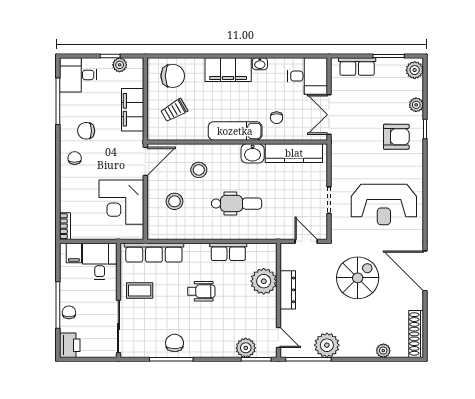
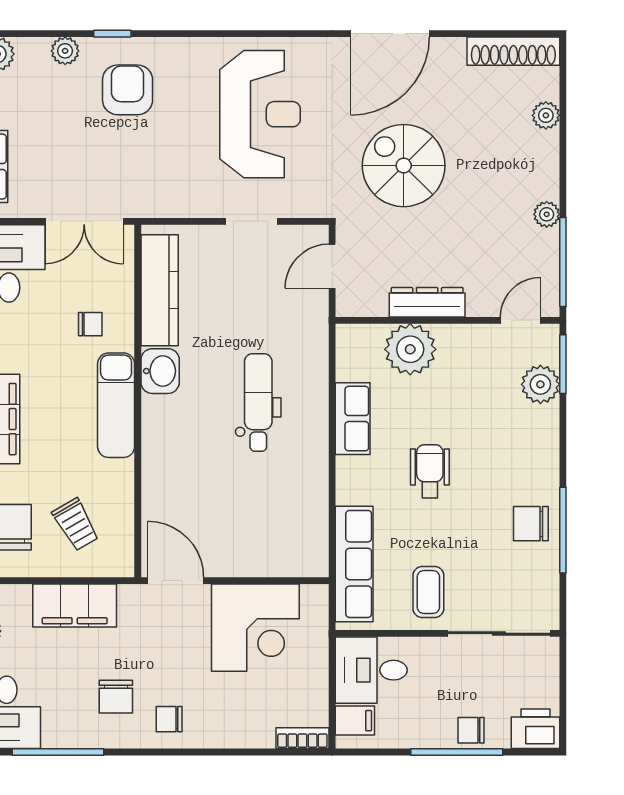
stool: (199, 170) -> (192, 476), removed
stool: (174, 201) -> (254, 524), removed
plant: (327, 345) -> (547, 214), width x0.53, depth x0.53

